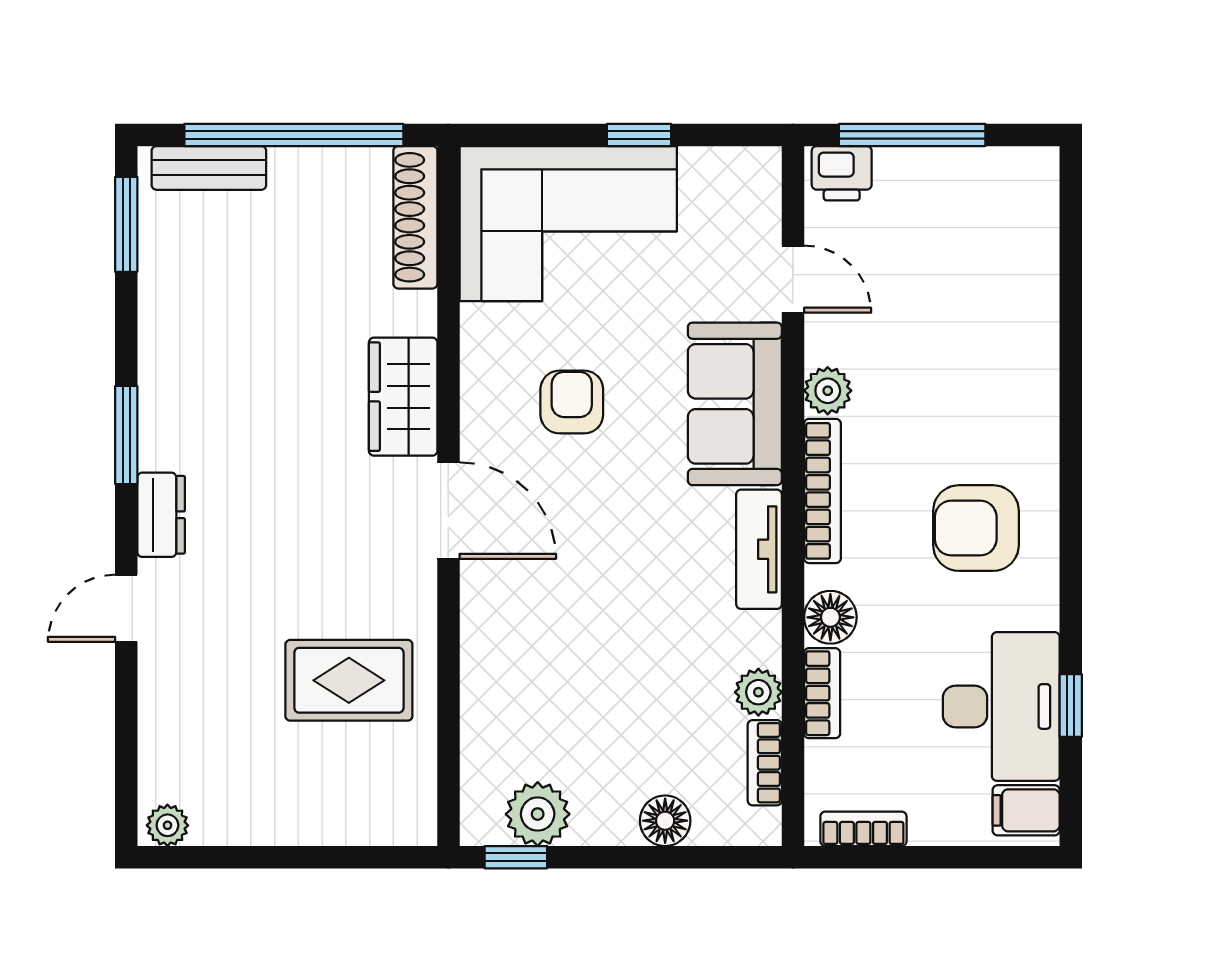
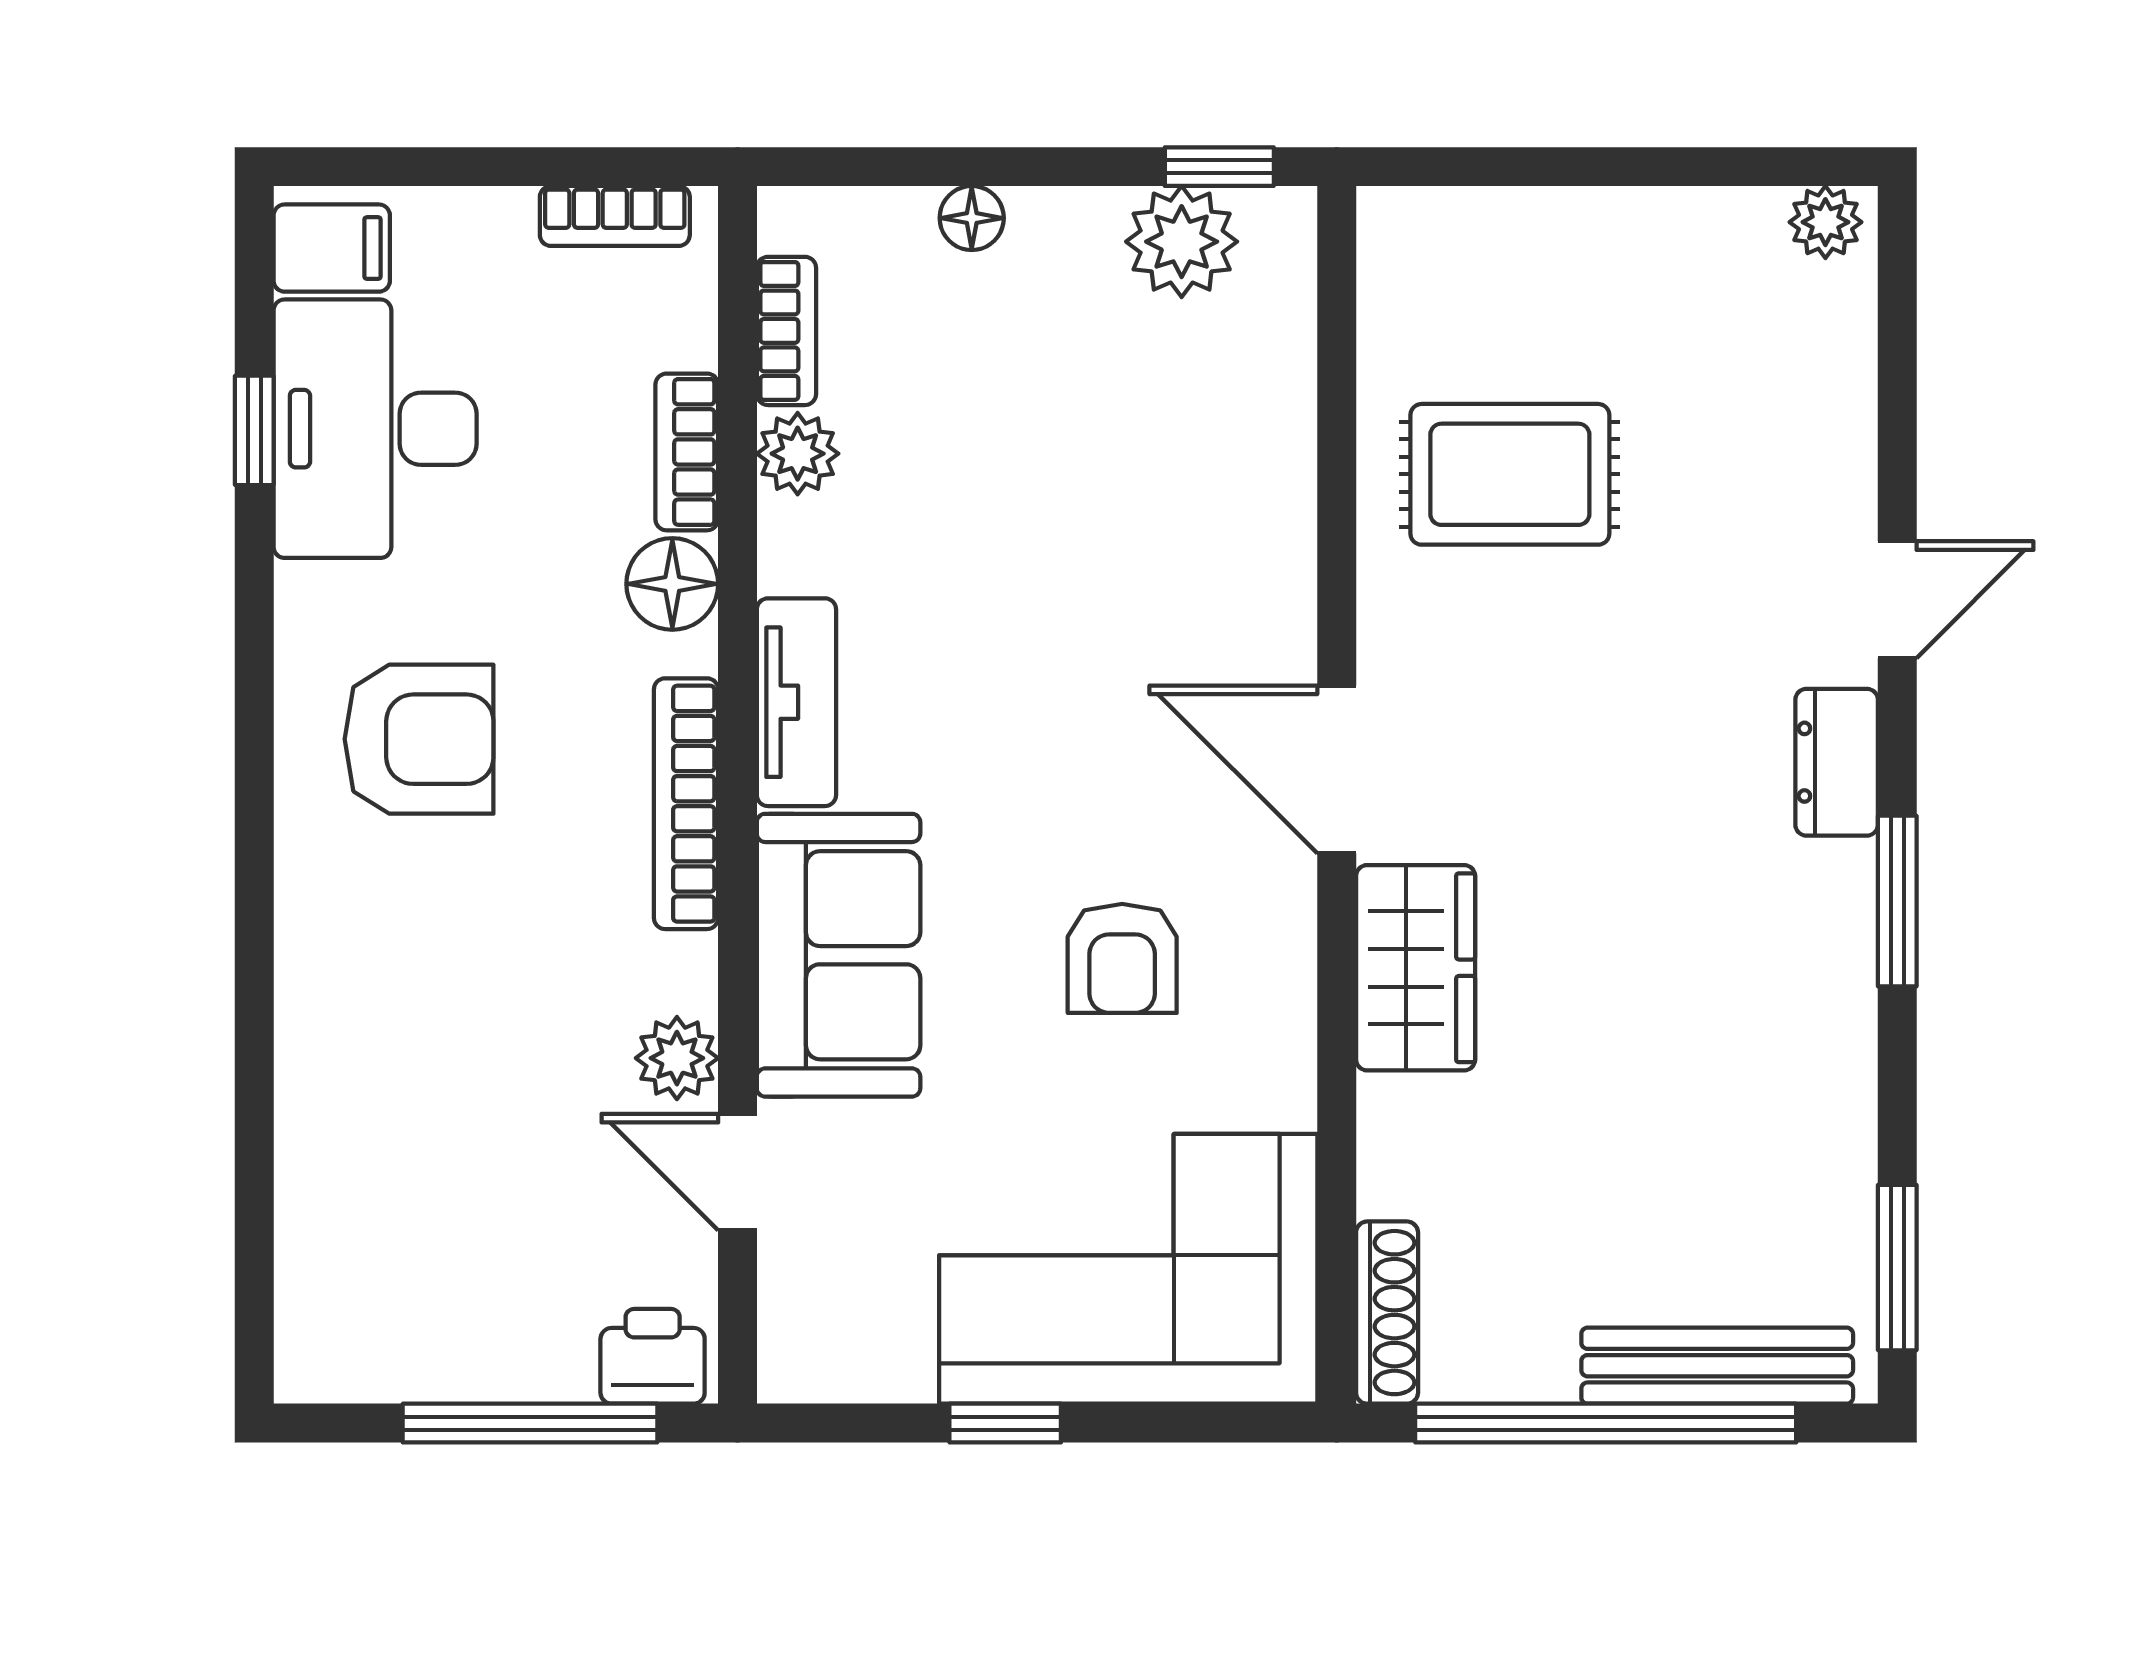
bench: (209, 168) -> (1717, 1366), width x1.36
shoe rack: (415, 217) -> (1387, 1313), width x0.74, depth x0.81
plant: (828, 391) -> (677, 1058), moved
floor lamp: (665, 821) -> (972, 218), width x0.73, depth x0.73

